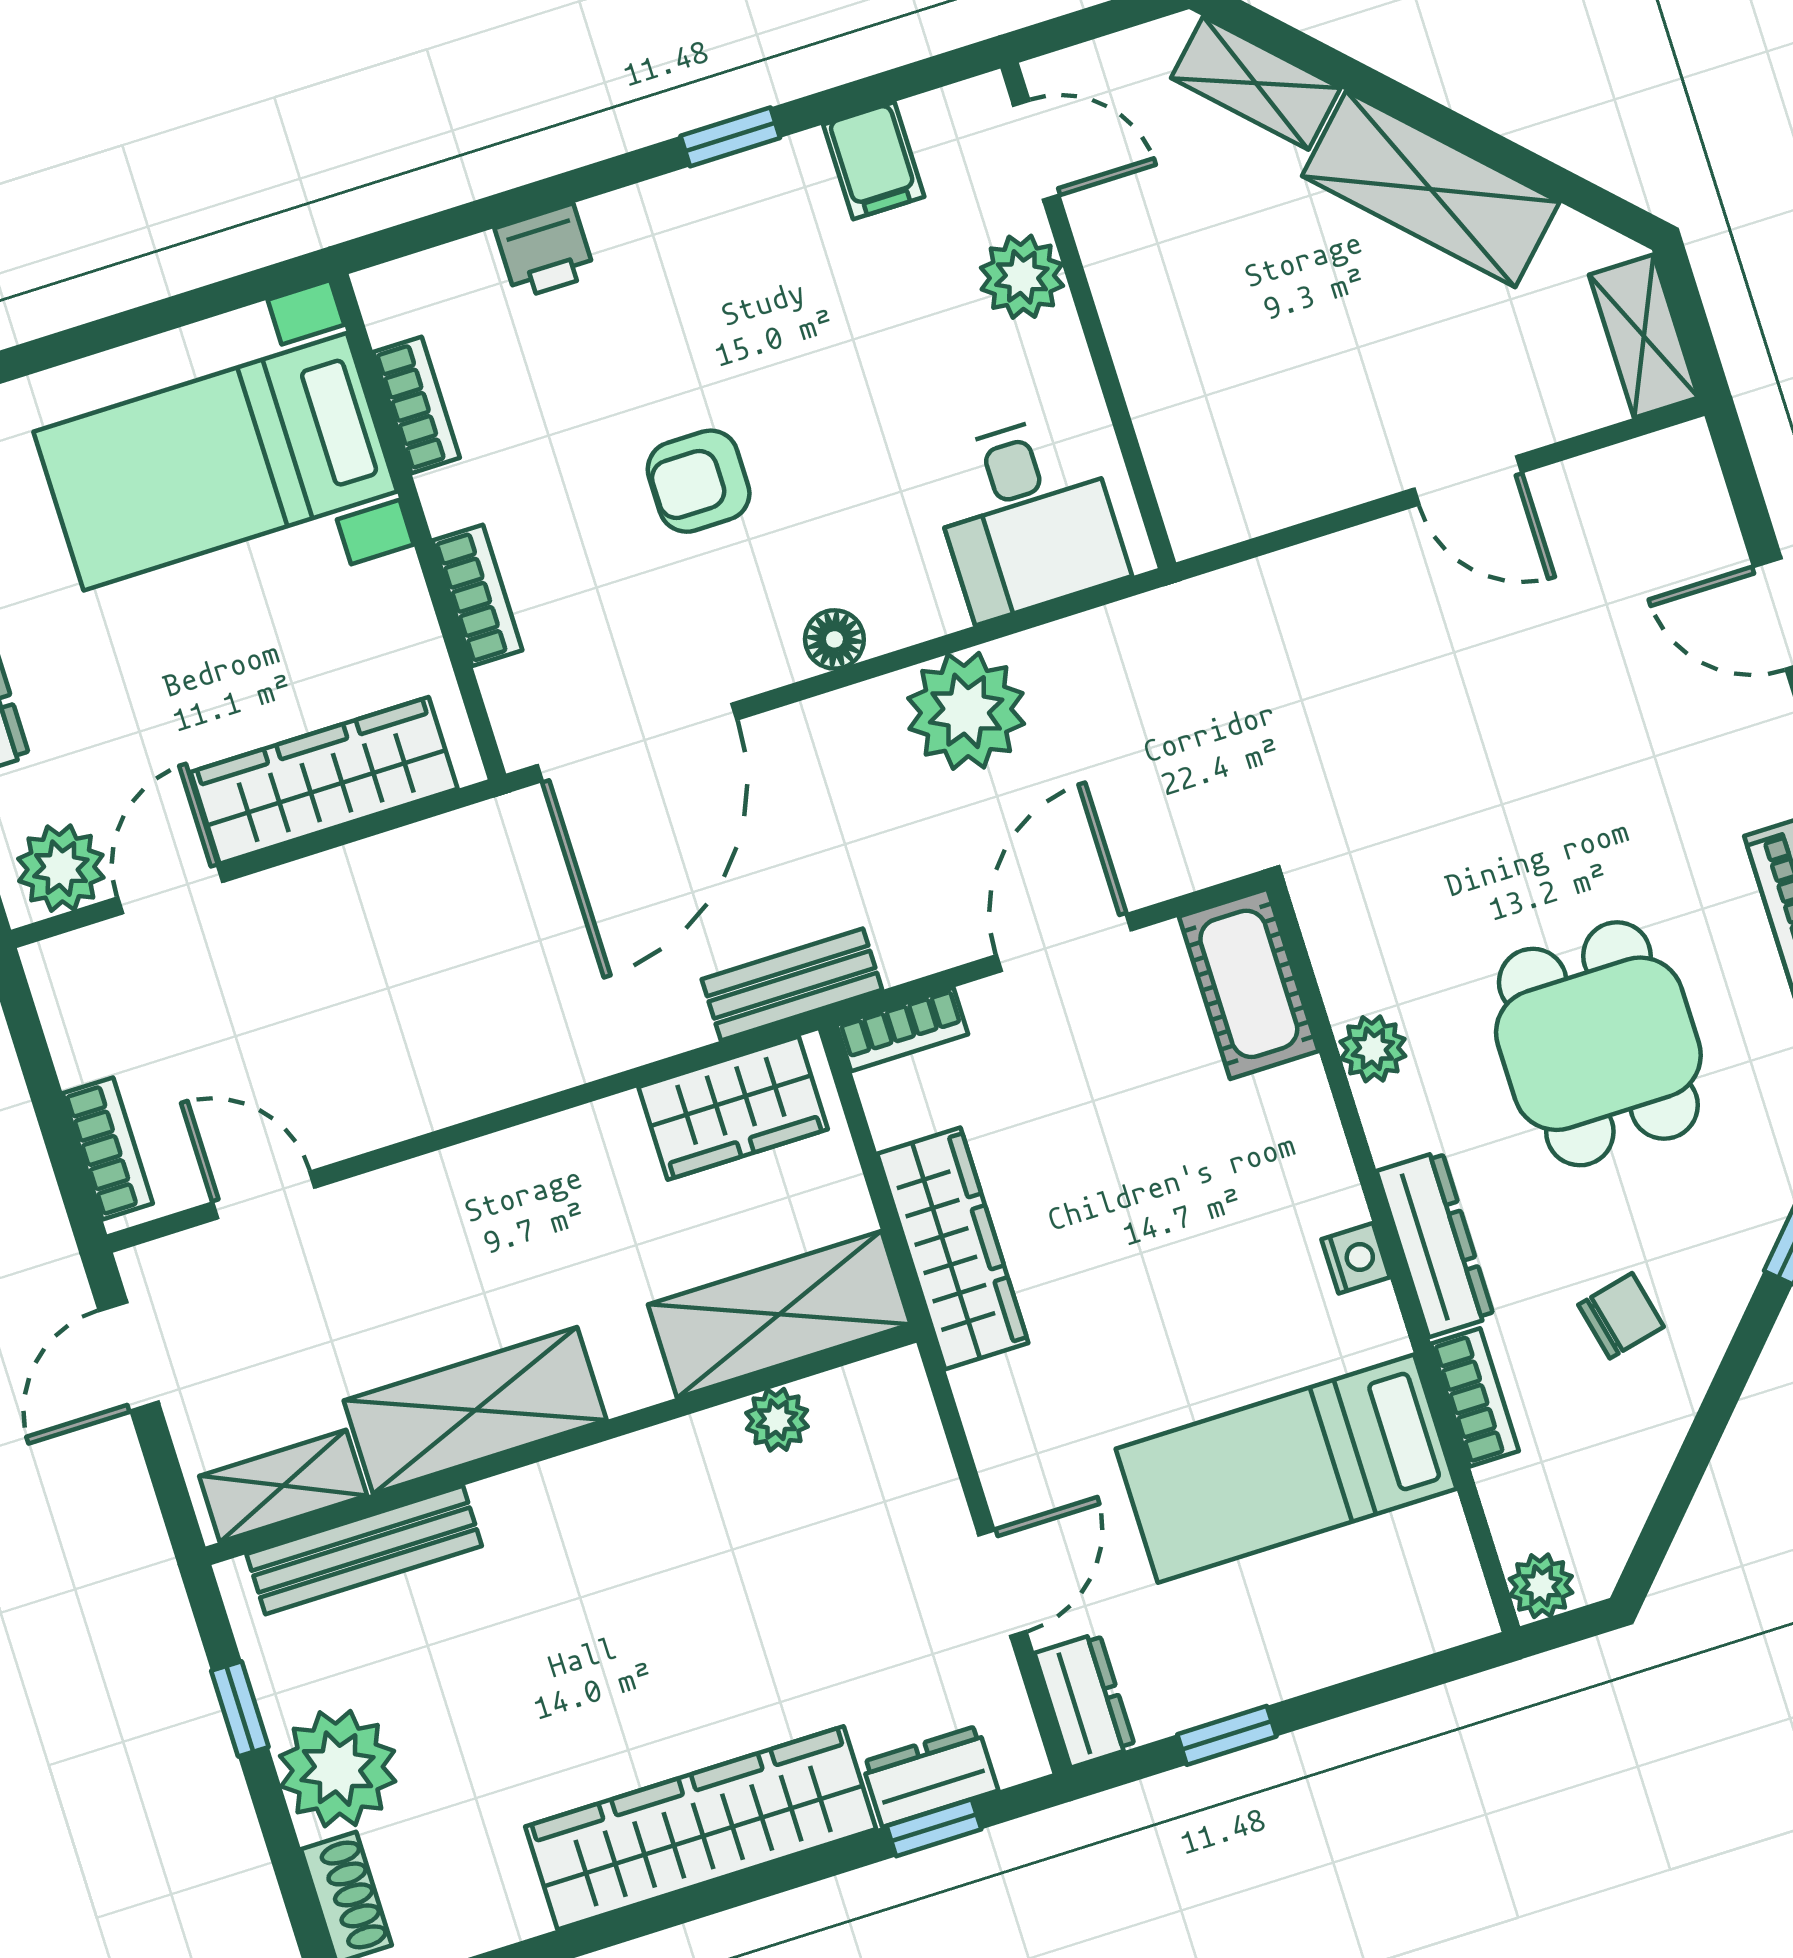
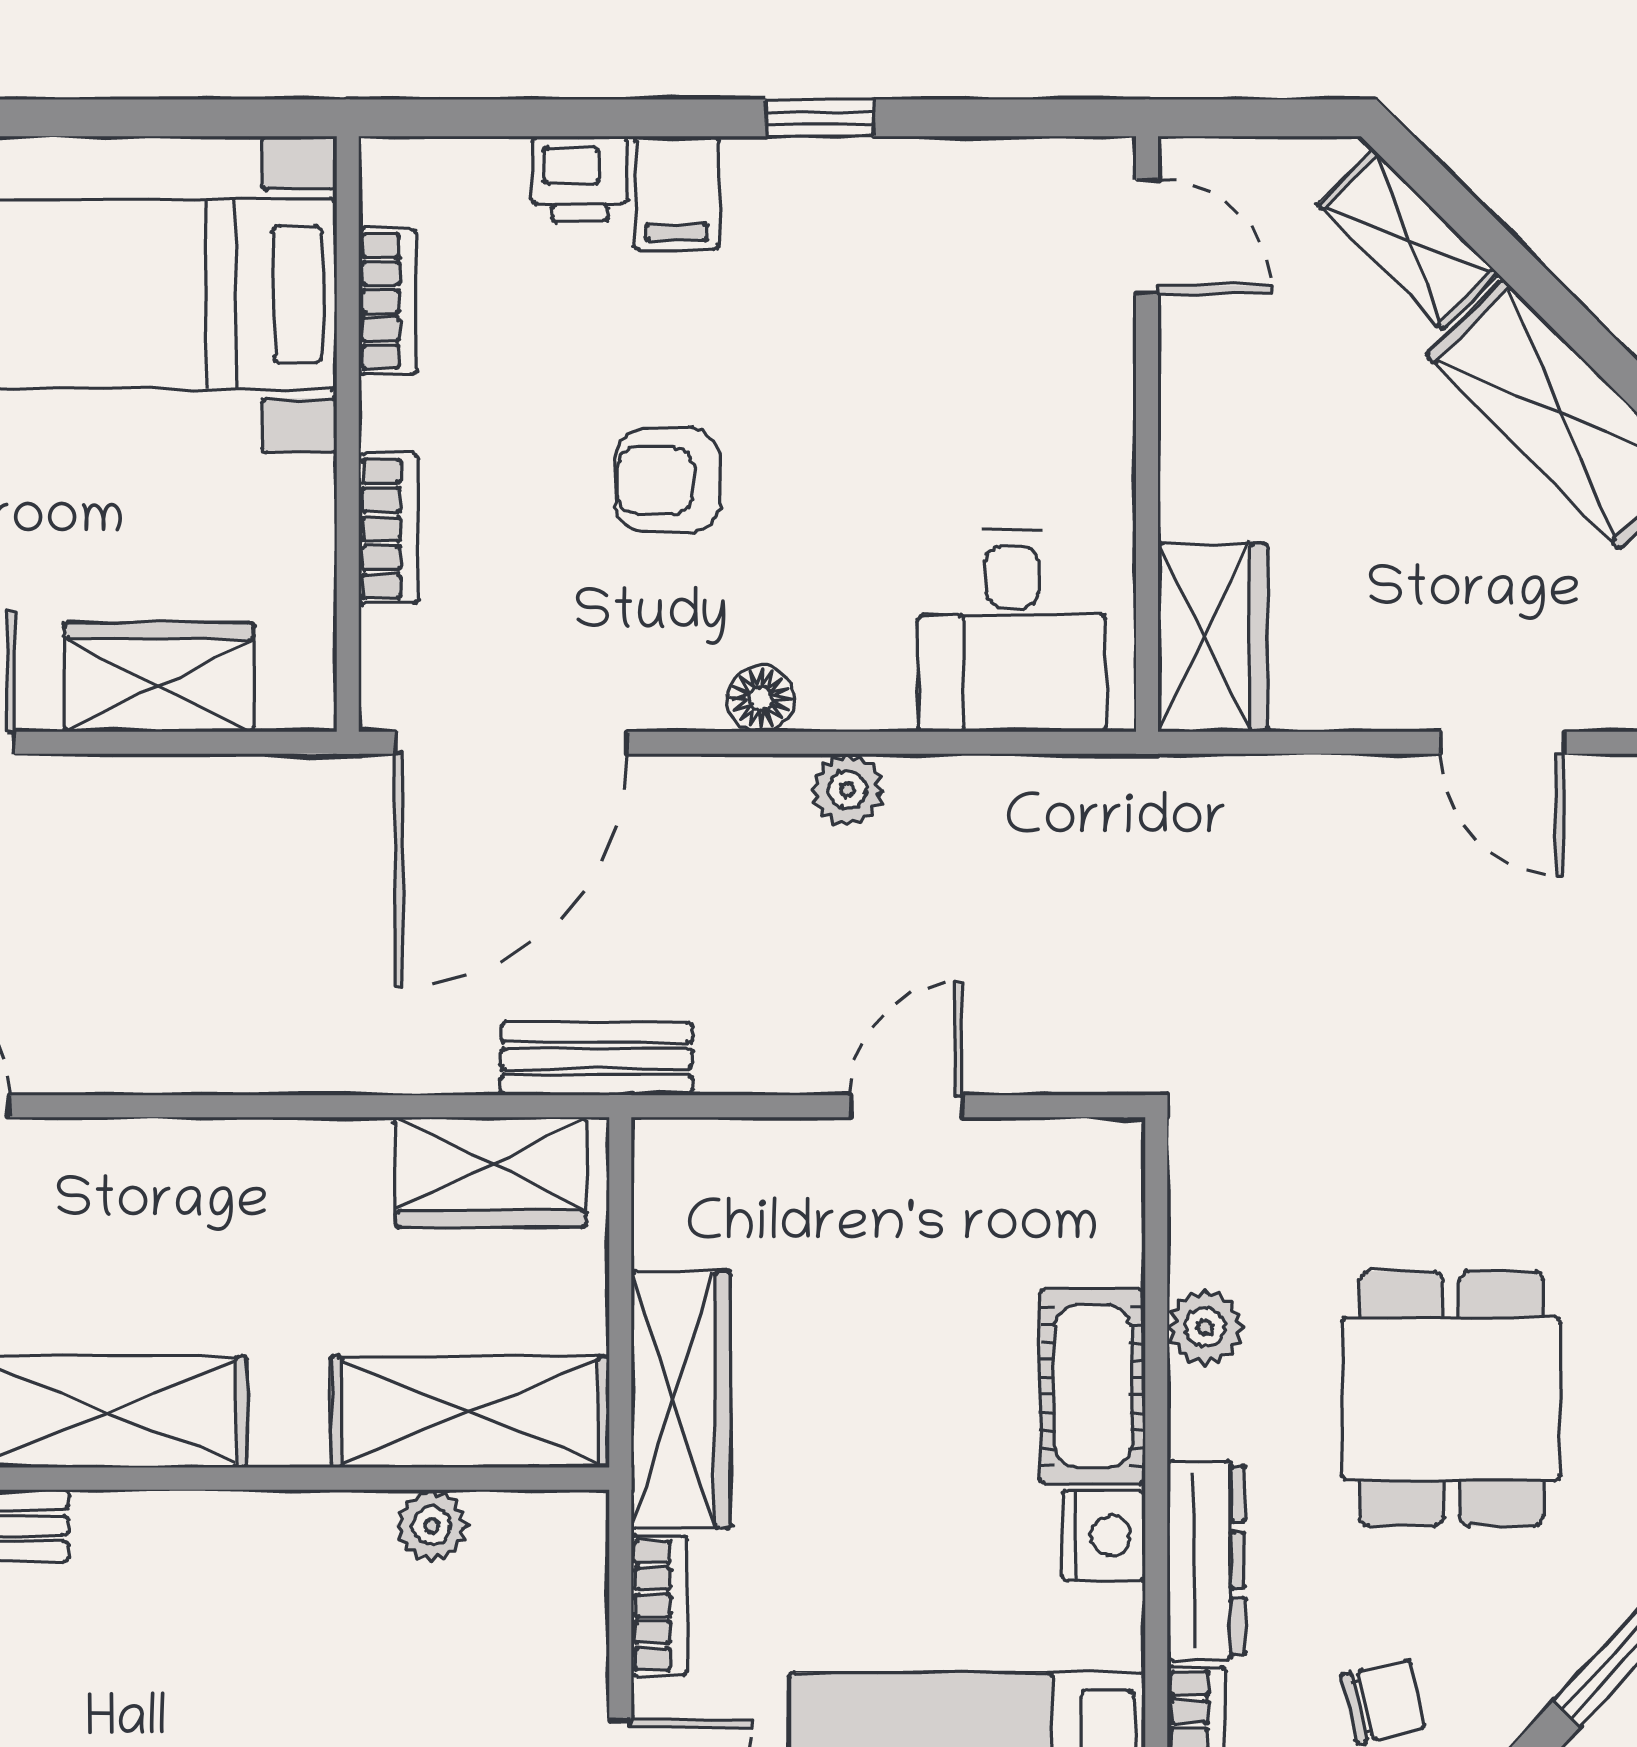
filing cabinet: (874, 161) -> (676, 193), moved
plant: (1022, 277) -> (1088, 369), removed
wardrobe: (1197, 469) -> (1213, 638), added
plant: (966, 711) -> (848, 790), width x0.53, depth x0.53
wardrobe: (324, 780) -> (159, 677), width x0.67
door: (1064, 943) -> (906, 1106), width x0.73
cot: (1249, 984) -> (1093, 1386), moved
bookcase: (902, 1029) -> (659, 1606), moved, turned -90
nightstand: (1356, 1258) -> (1104, 1536), width x1.39, depth x1.35

